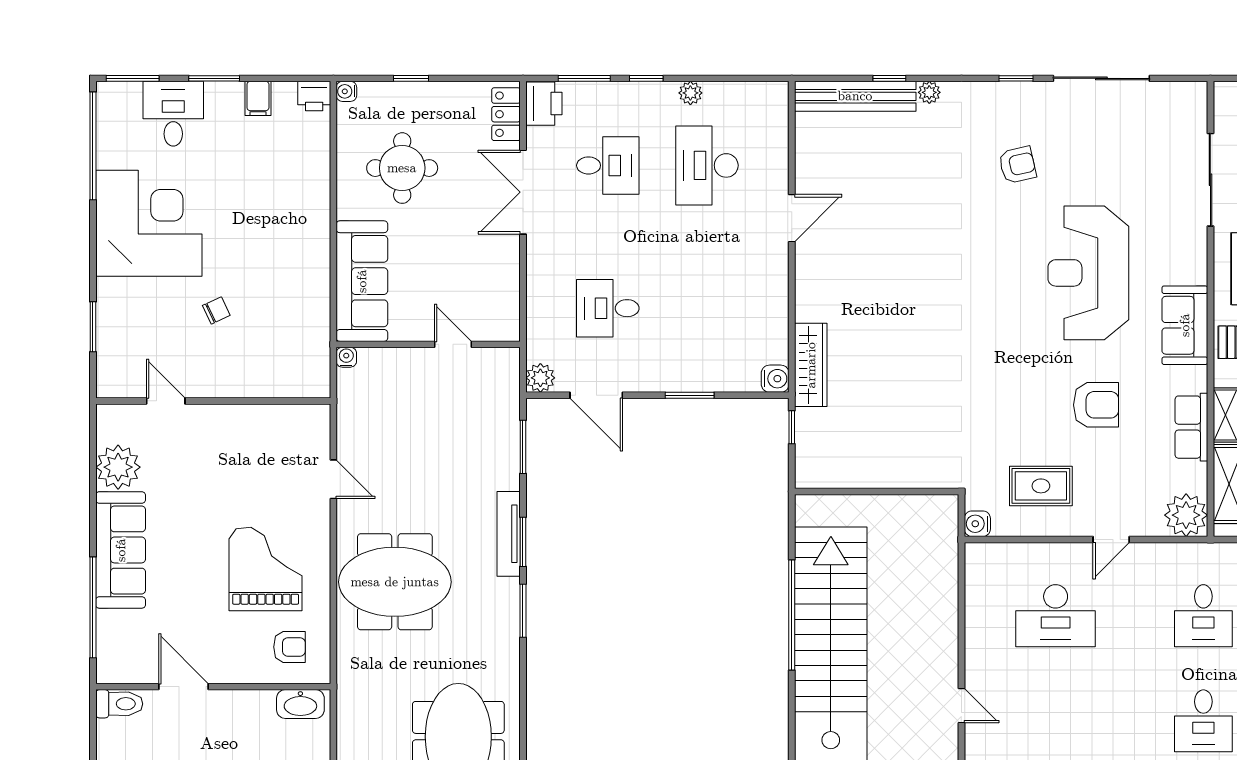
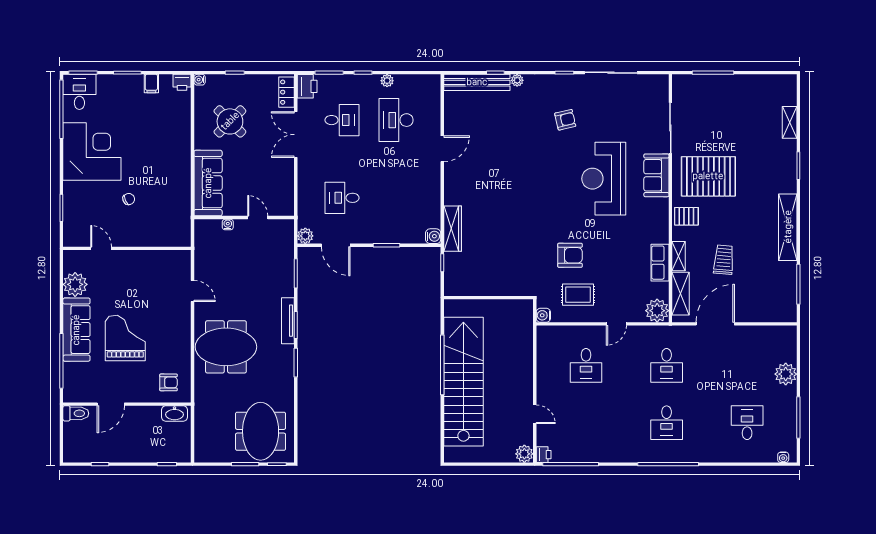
desk: (173, 114) -> (79, 92), moved
round table: (402, 168) -> (230, 121), turned 45
sofa: (1185, 325) -> (656, 175), moved
water cooler: (346, 357) -> (228, 225), moved
armchair: (1096, 405) -> (570, 255), moved
grand piano: (266, 569) -> (125, 338), moved
desk: (1056, 616) -> (586, 365), width x0.73
door: (183, 687) -> (111, 404), swing flipped

